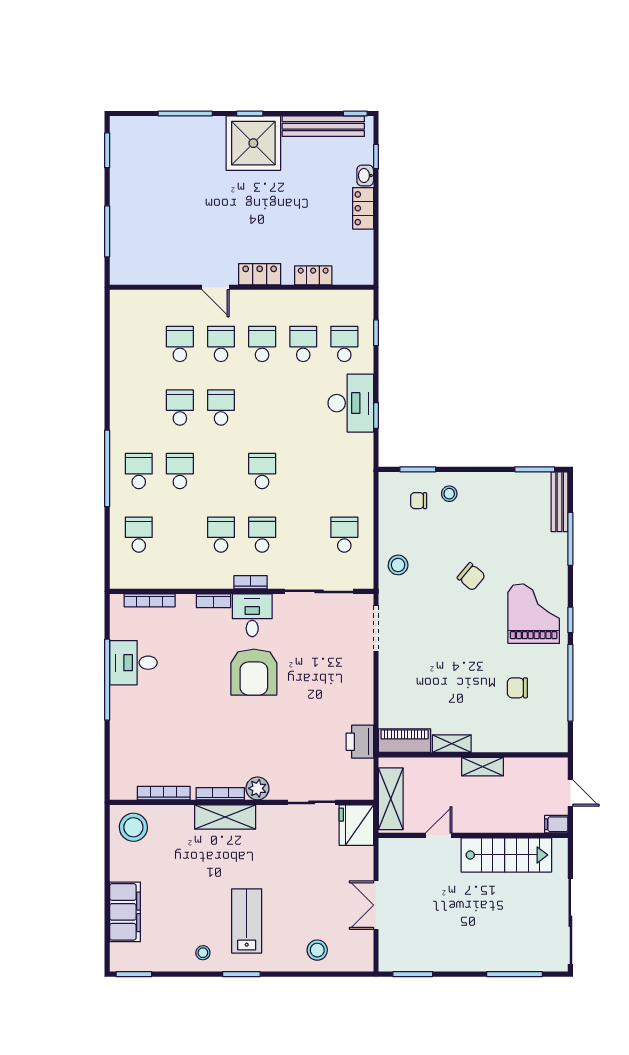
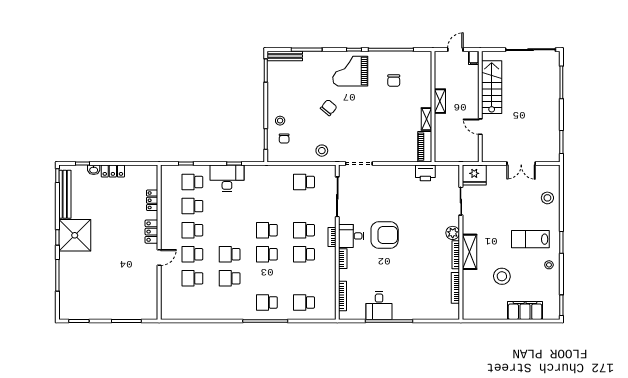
school desk: (180, 471) -> (267, 254), moved
shelving: (391, 799) -> (459, 155), removed
stool: (133, 827) -> (502, 276), moved

